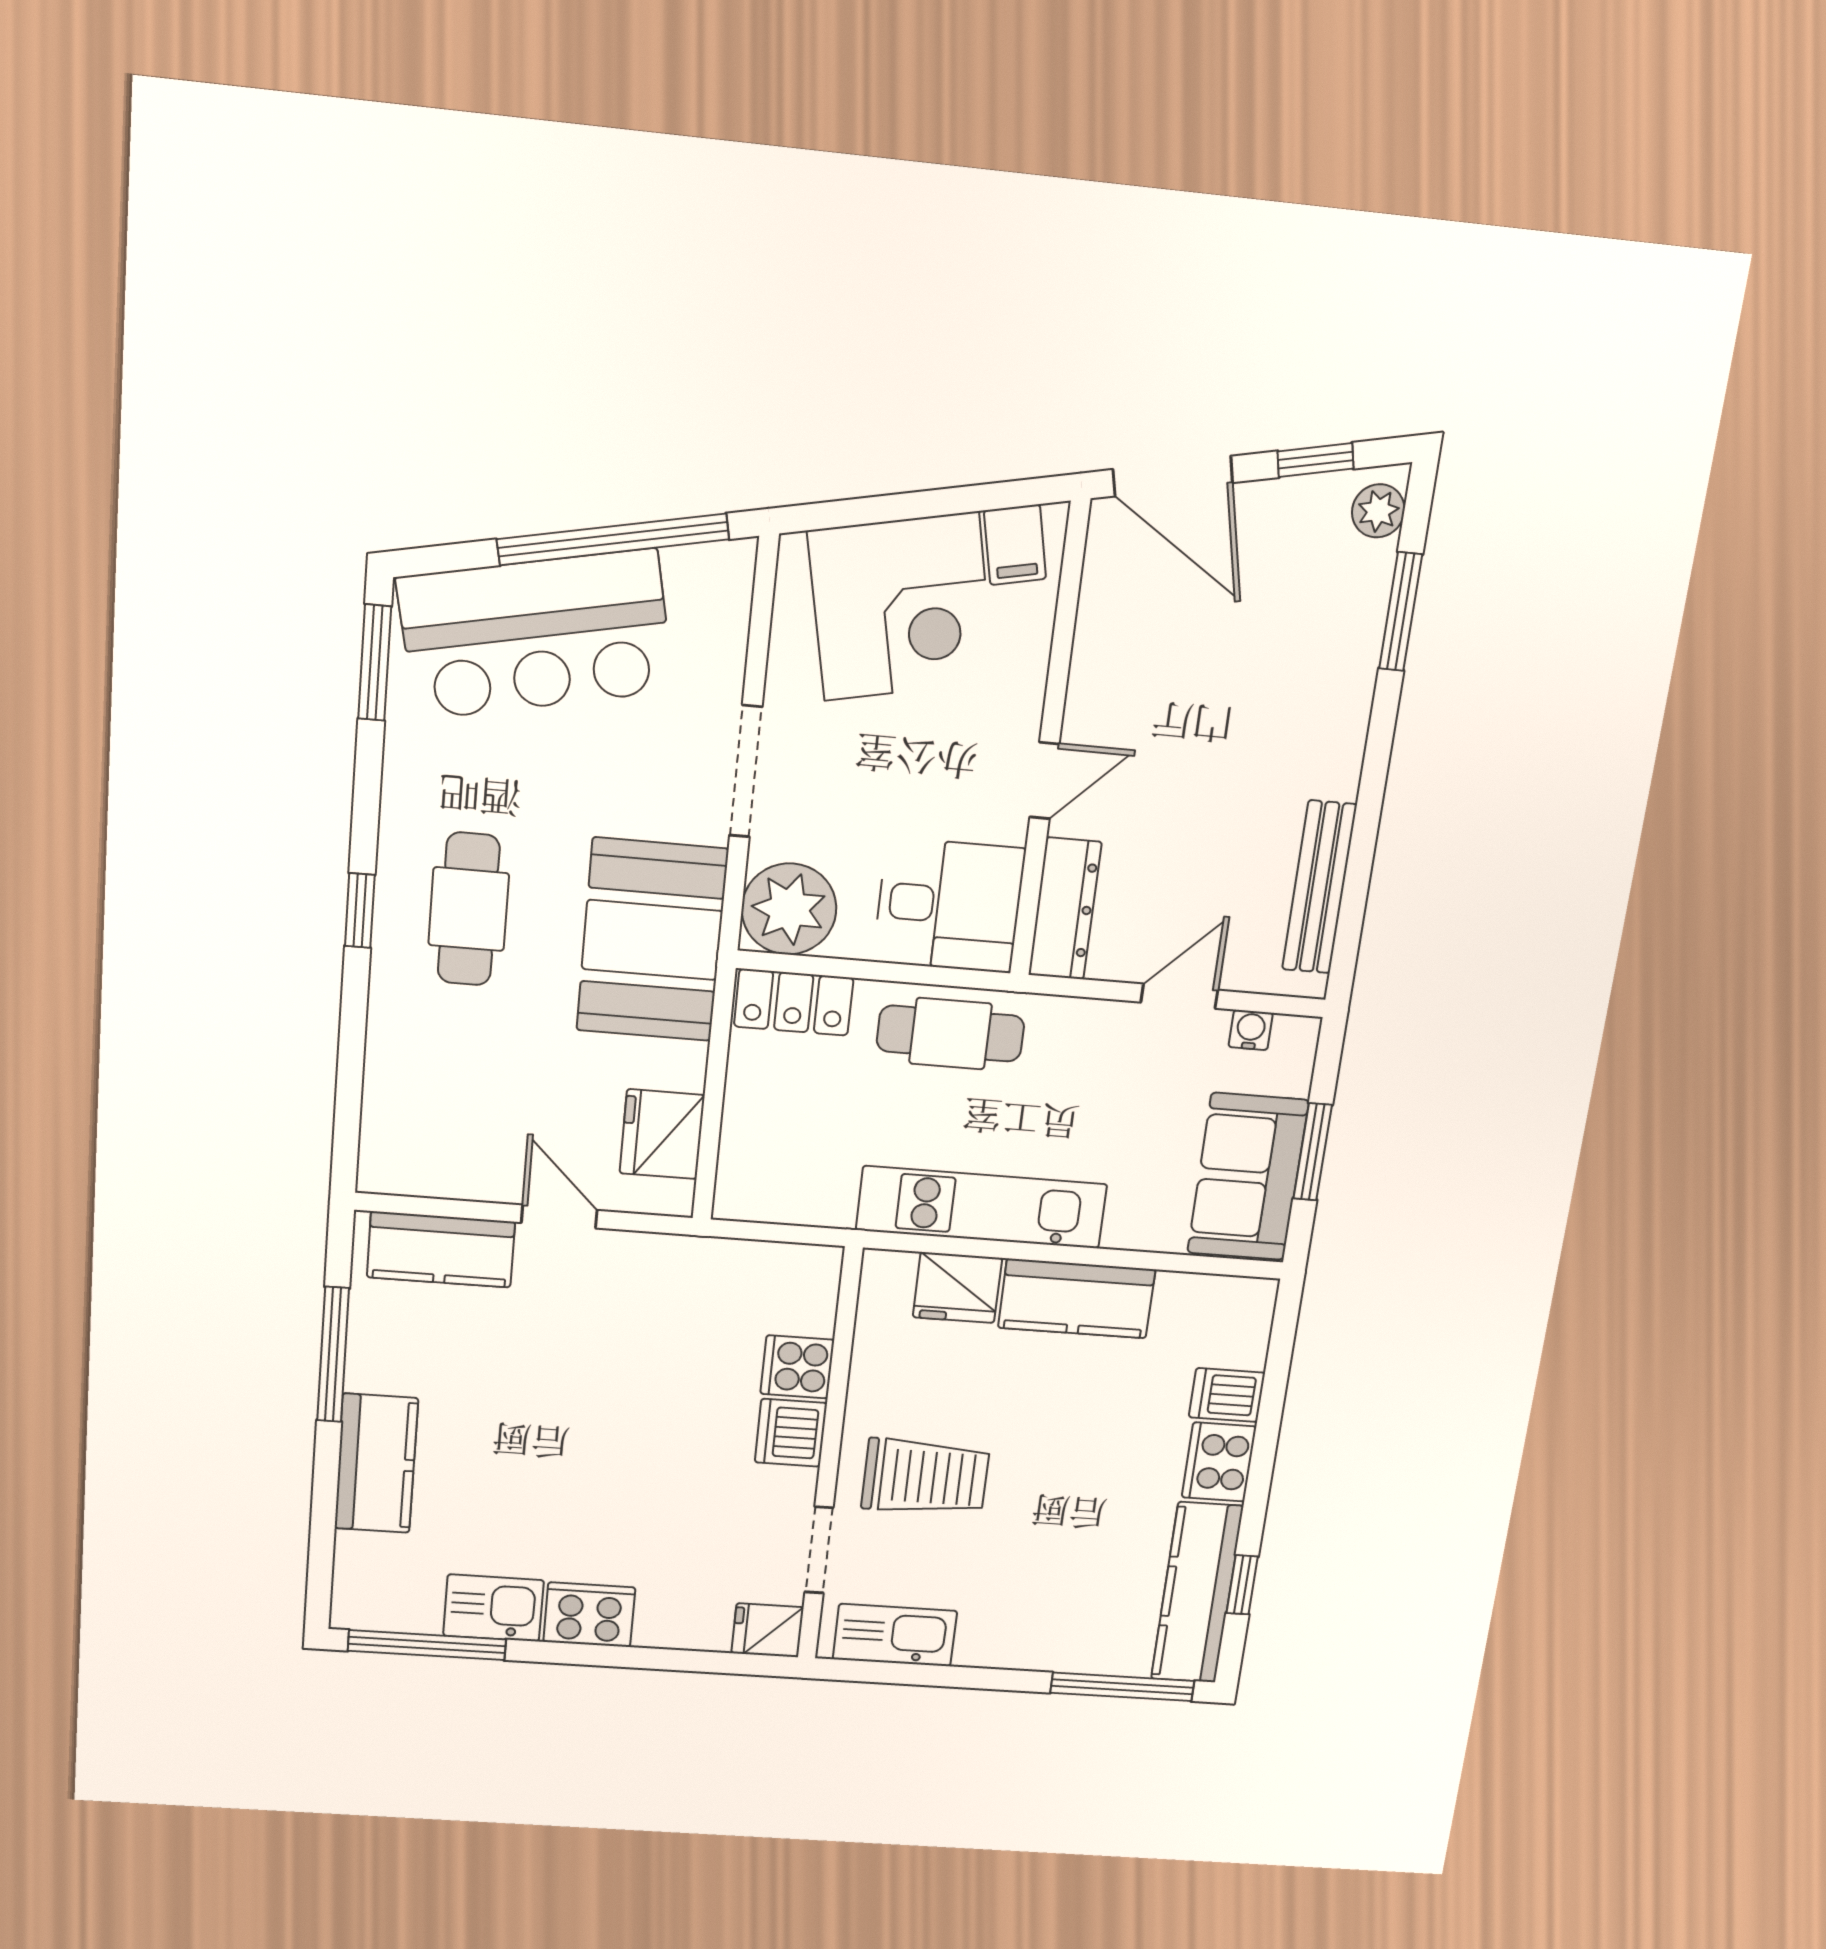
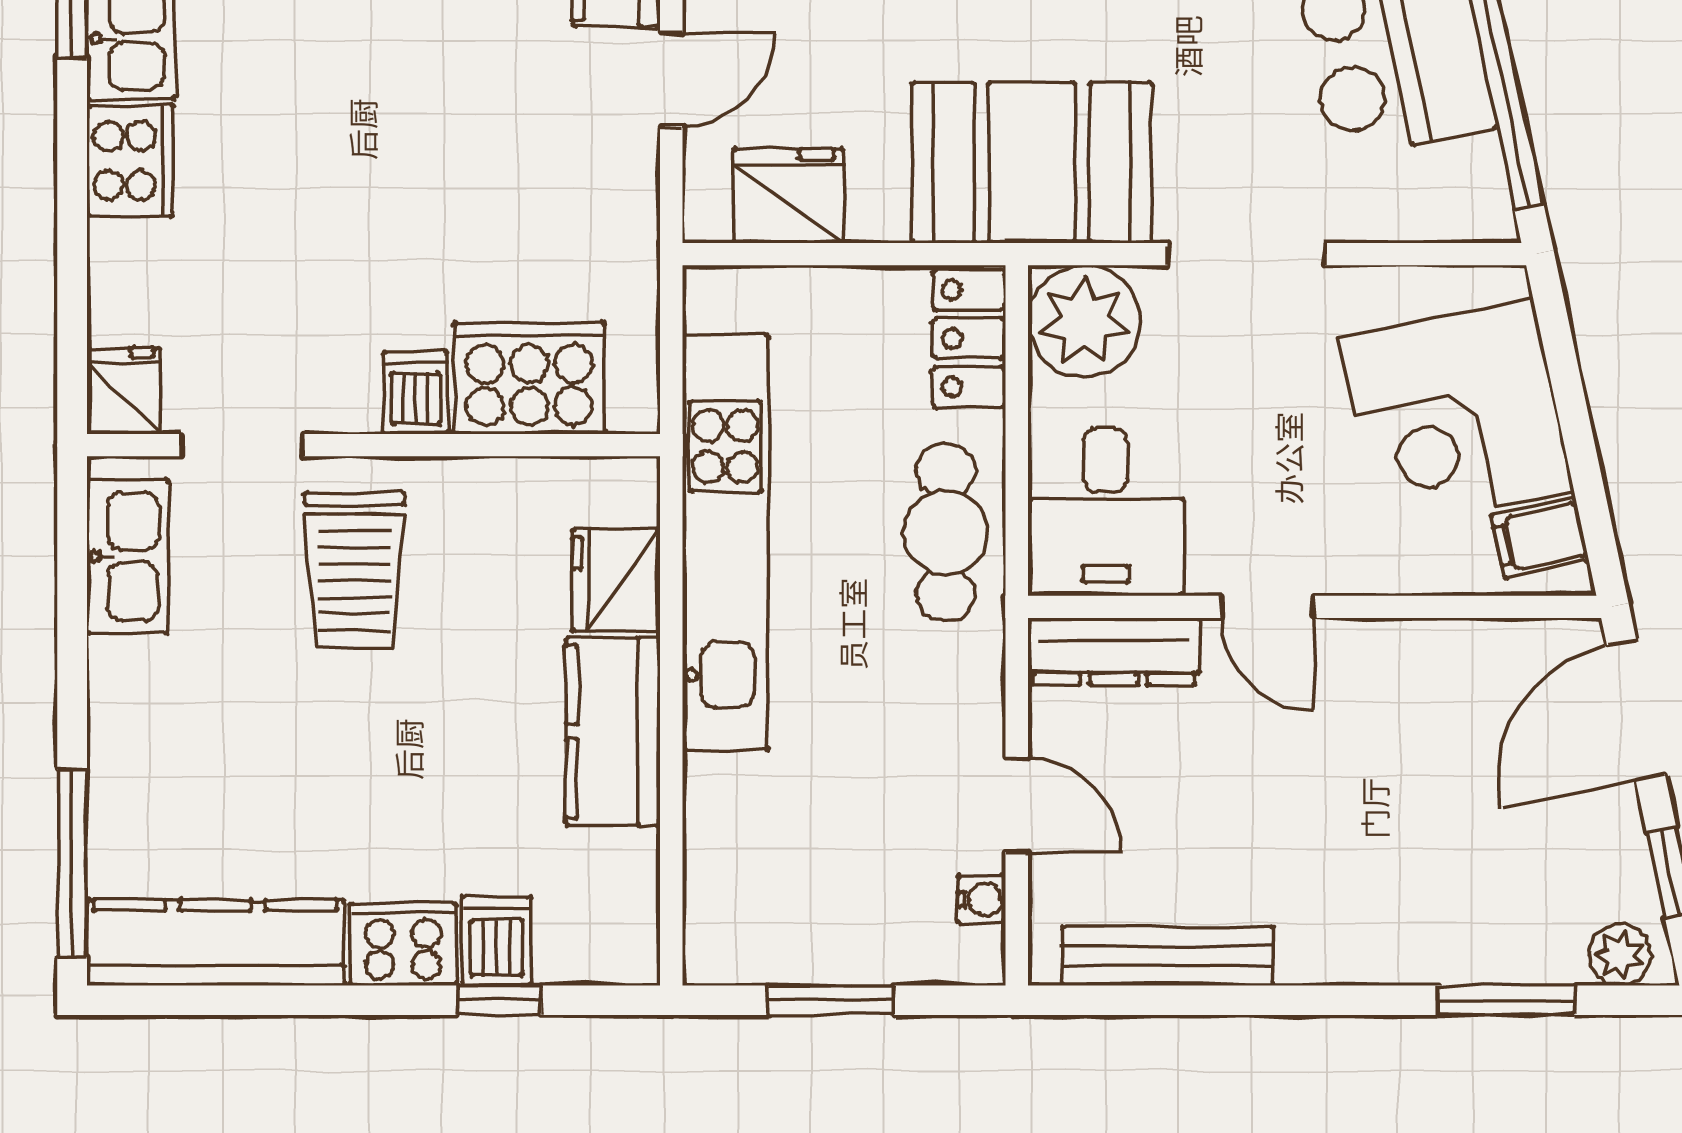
sofa: (1248, 1177) -> (792, 924), removed
kitchen unit: (982, 1207) -> (725, 542), width x1.36
cooker: (797, 1367) -> (529, 378), width x1.87, depth x1.31
dishwasher: (791, 1433) -> (416, 393), width x0.73
window: (1242, 1585) -> (499, 1000), moved

